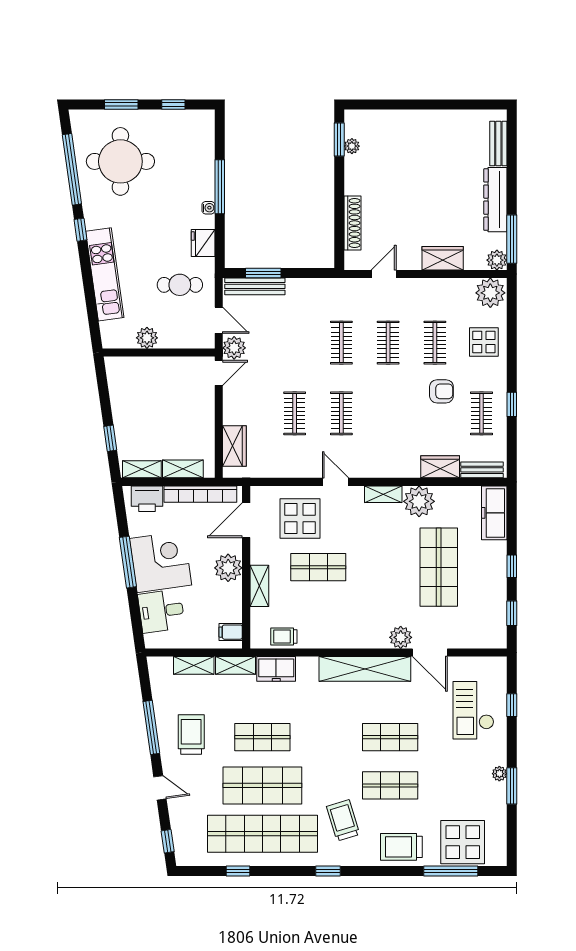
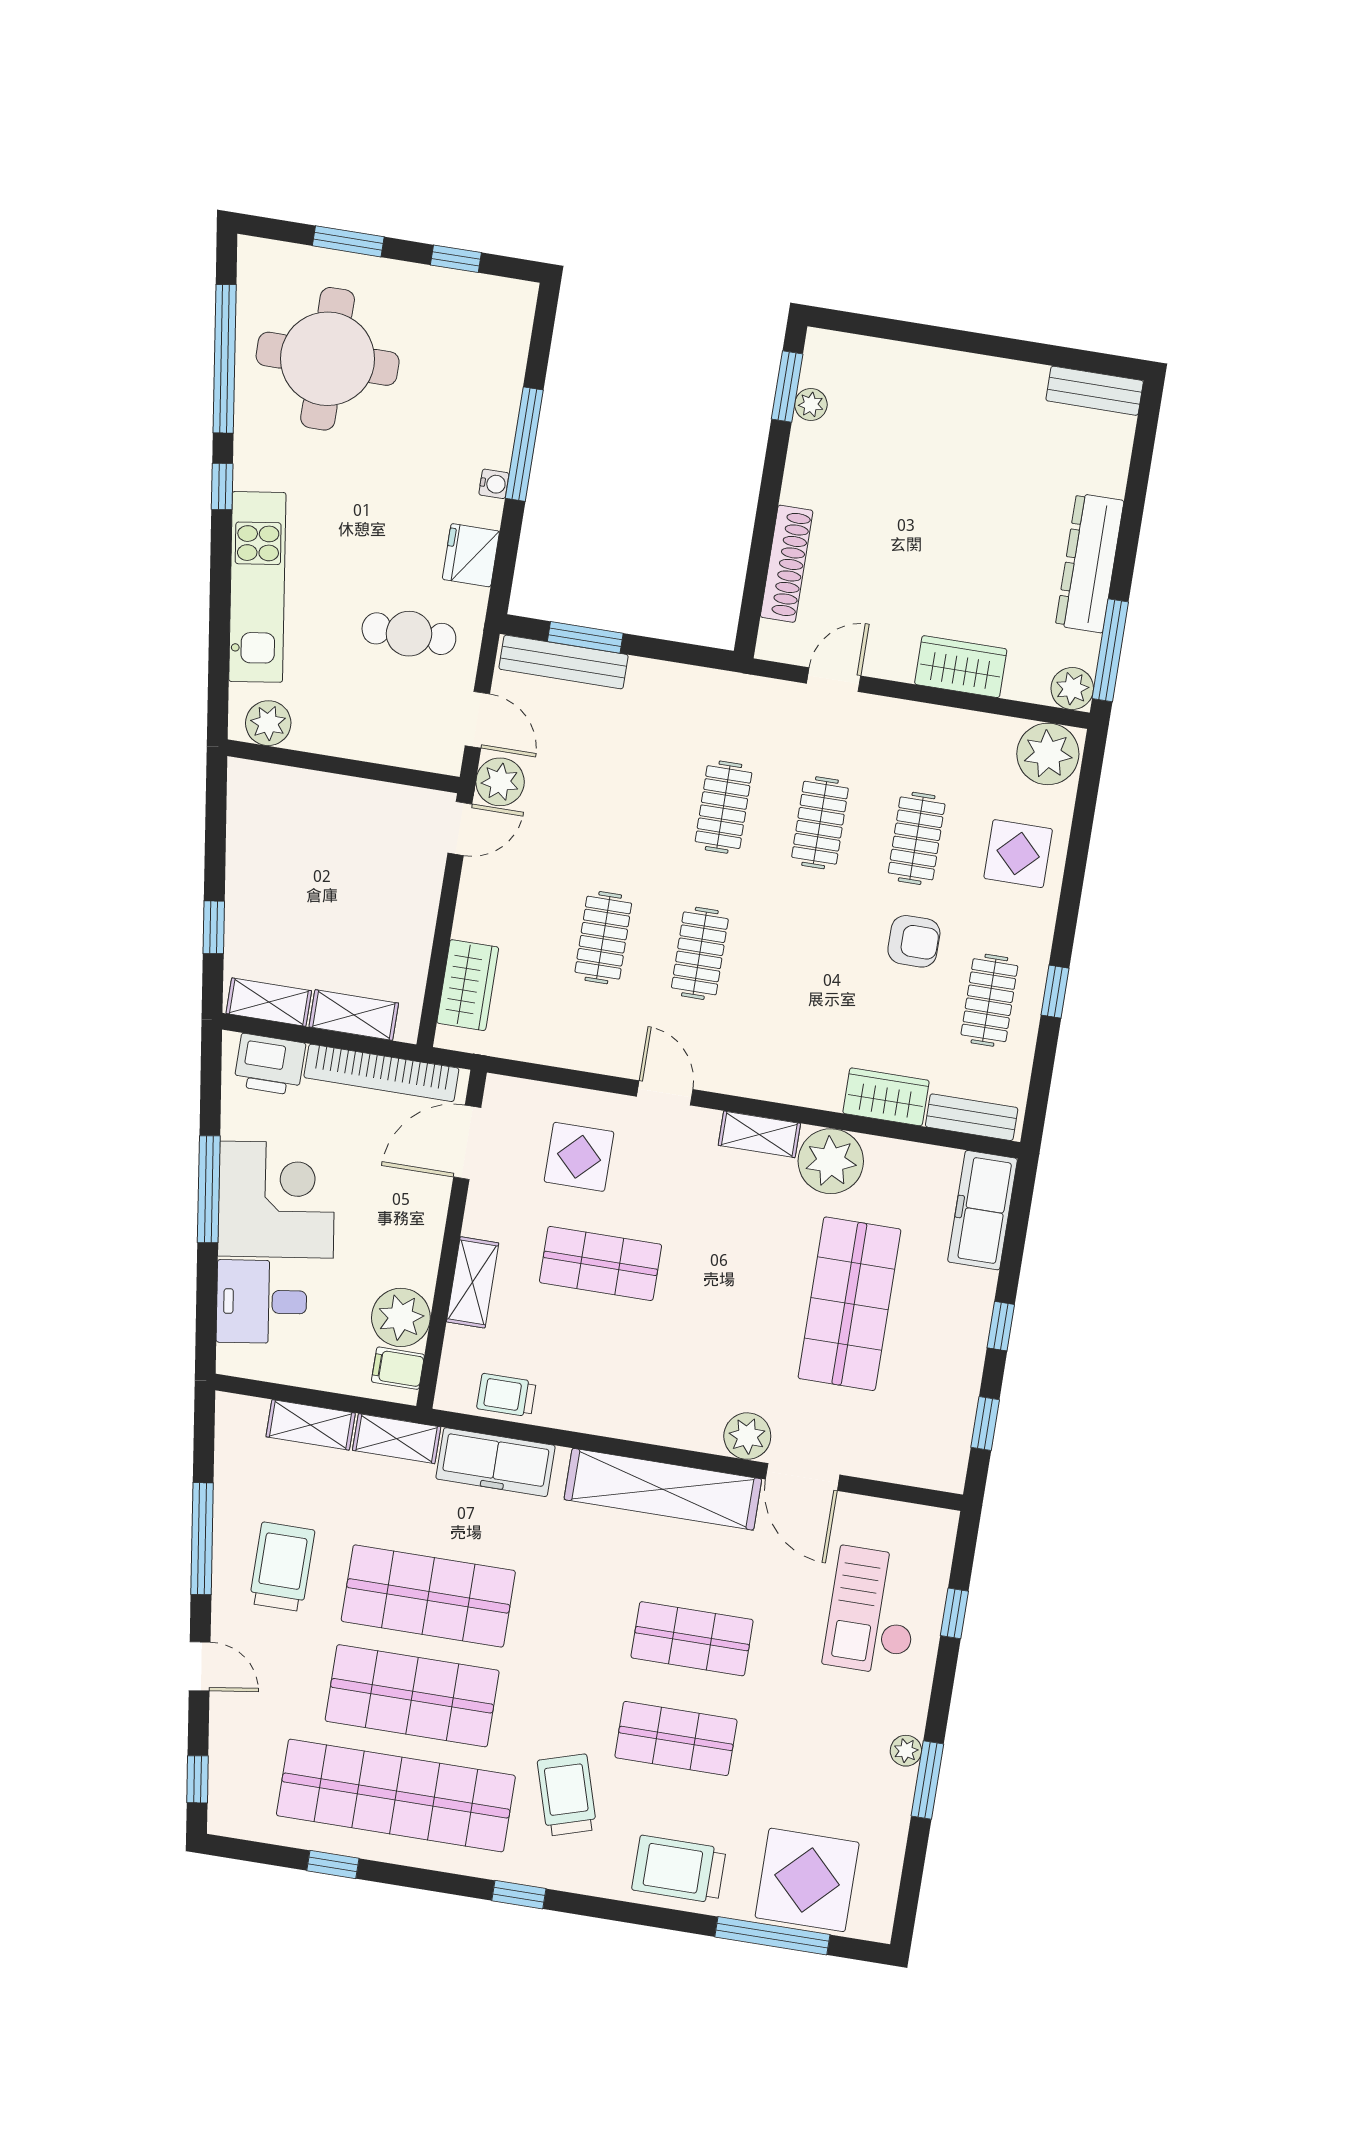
bench: (498, 143) -> (1095, 391), moved, turned 90
plant: (147, 338) -> (268, 723), moved
display table: (300, 519) -> (579, 1157), width x0.73, depth x0.73
plant: (228, 568) -> (401, 1317), moved
freezer: (276, 669) -> (496, 1462), width x1.40
shop shelf: (262, 737) -> (428, 1596), width x1.43, depth x1.36

